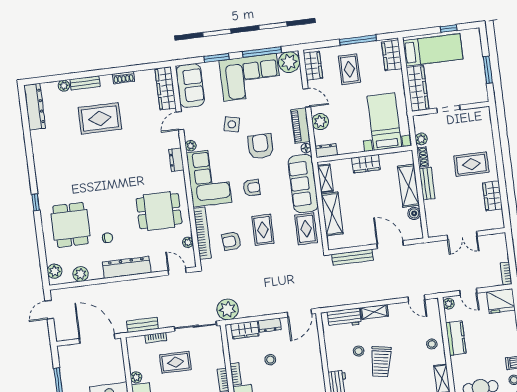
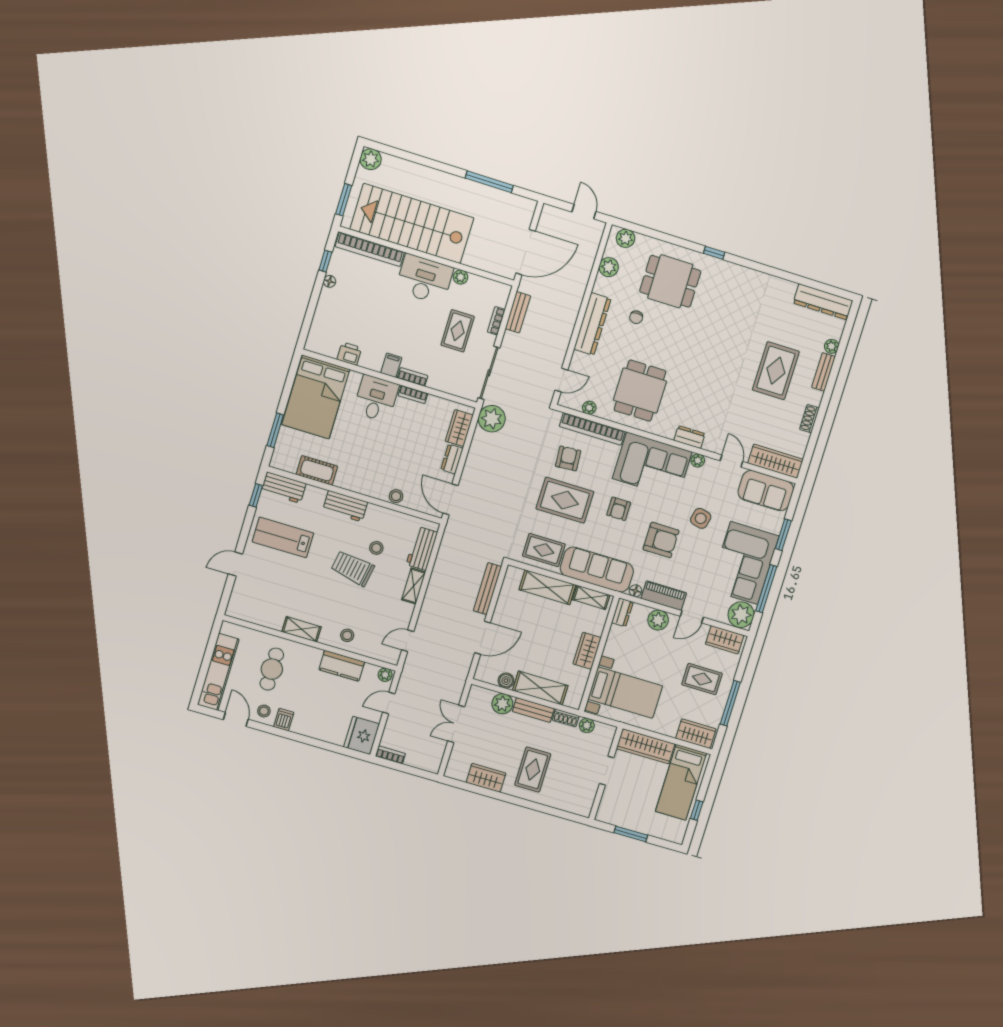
plant: (432, 208) -> (502, 704), added
rug: (263, 230) -> (565, 500), width x1.36, depth x1.43
stool: (270, 360) -> (396, 496), moved

